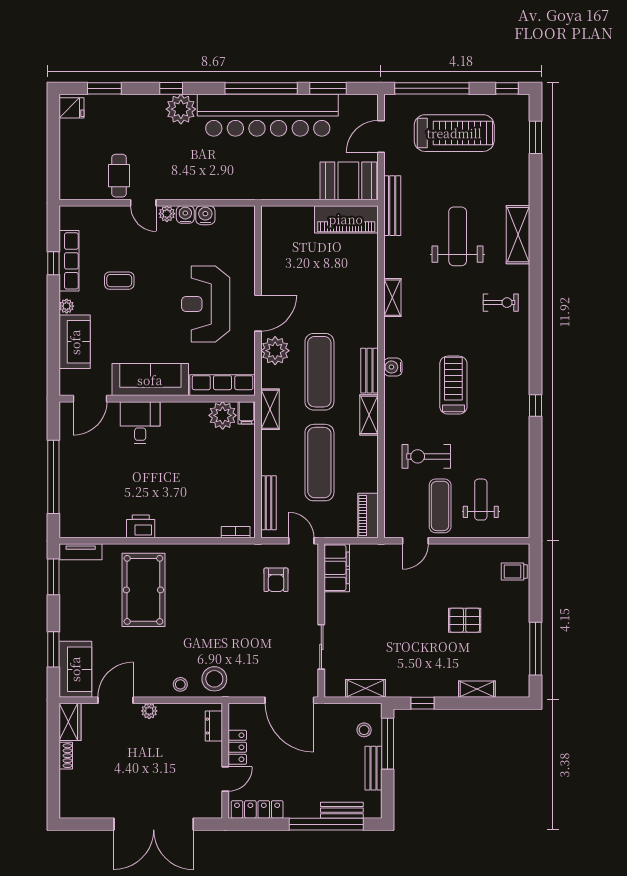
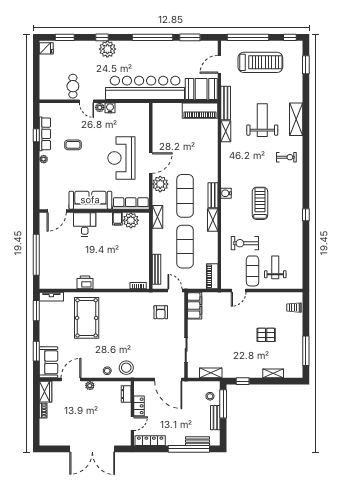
bar counter: (268, 115) -> (145, 88), moved, turned 180
water cooler: (205, 215) -> (121, 108), removed
shelving: (392, 298) -> (226, 131), moved
sofa: (75, 342) -> (48, 179), removed
filing cabinet: (247, 413) -> (117, 219), moved

